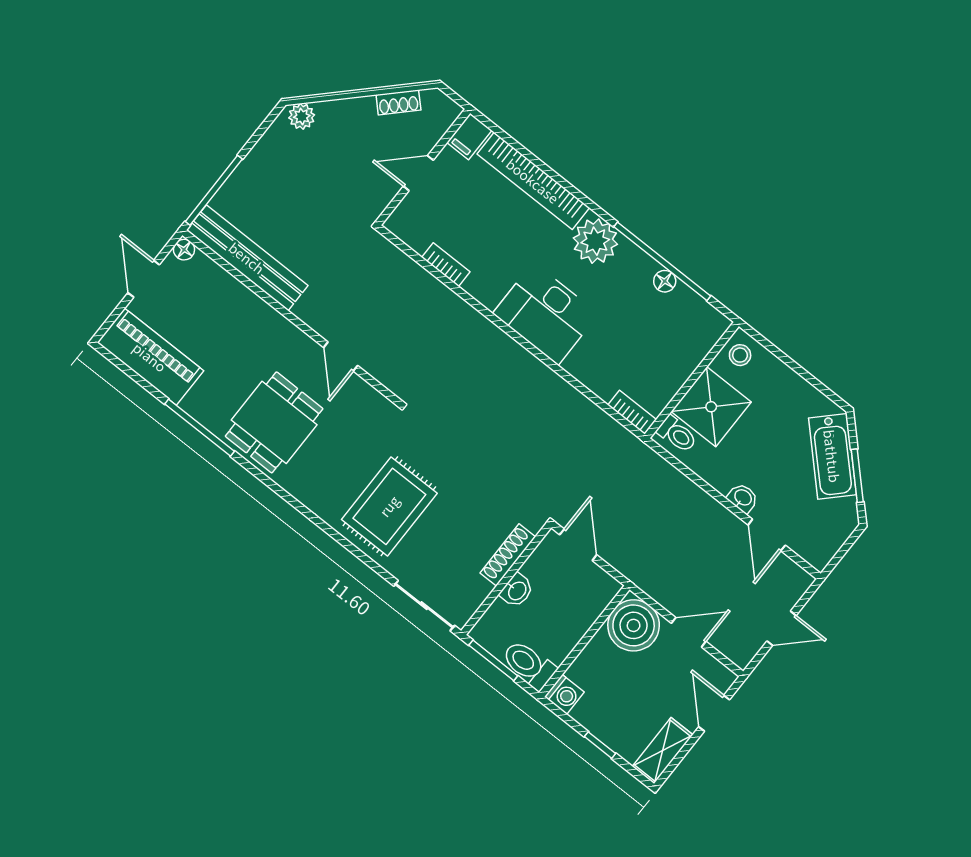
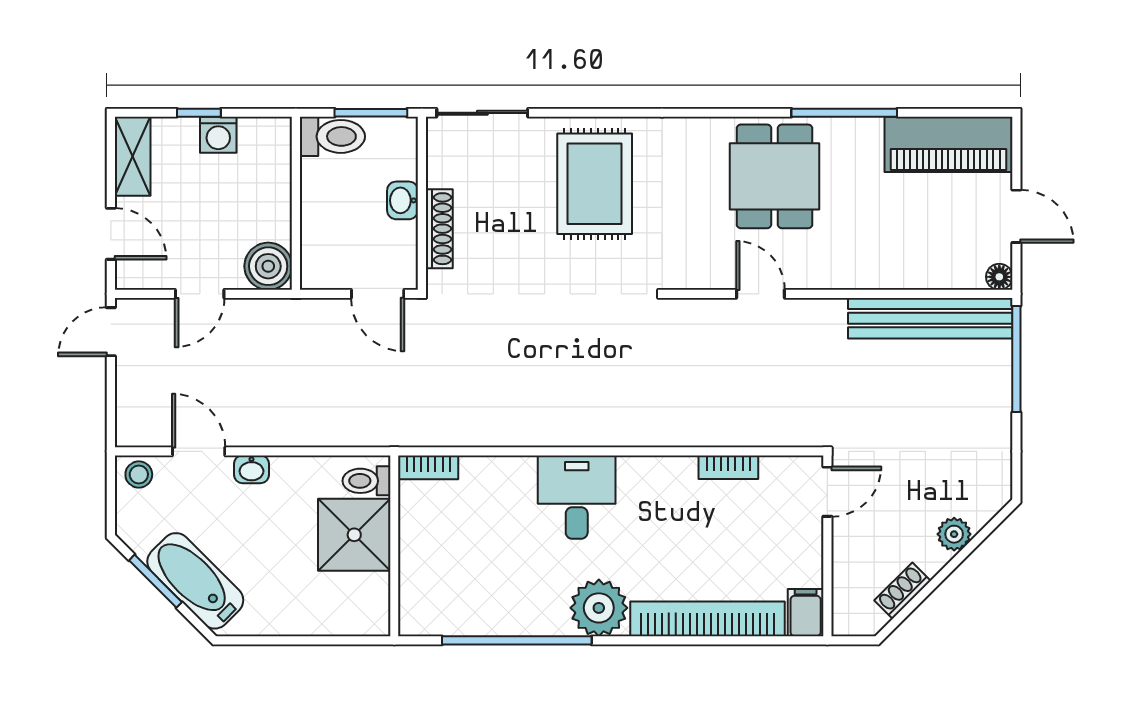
plant: (302, 116) -> (954, 534), moved
door: (418, 173) -> (827, 492), moved
floor lamp: (665, 281) -> (499, 623), removed
desk: (546, 314) -> (577, 497), width x0.73
stool: (740, 355) -> (139, 474), moved
boiler: (634, 625) -> (268, 266), width x0.73, depth x0.73
door: (781, 628) -> (111, 332), moved
washing machine: (564, 694) -> (218, 135), moved, turned -90

